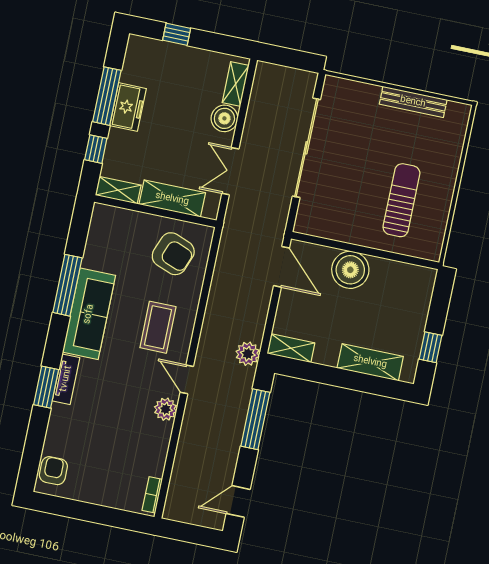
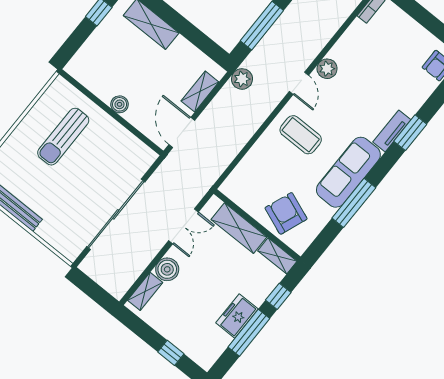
armchair: (173, 254) -> (286, 213), moved
boiler: (350, 270) -> (120, 104), width x0.54, depth x0.54
coffee table: (158, 327) -> (301, 135), turned 90
shelving: (291, 348) -> (200, 92), moved, turned 90

